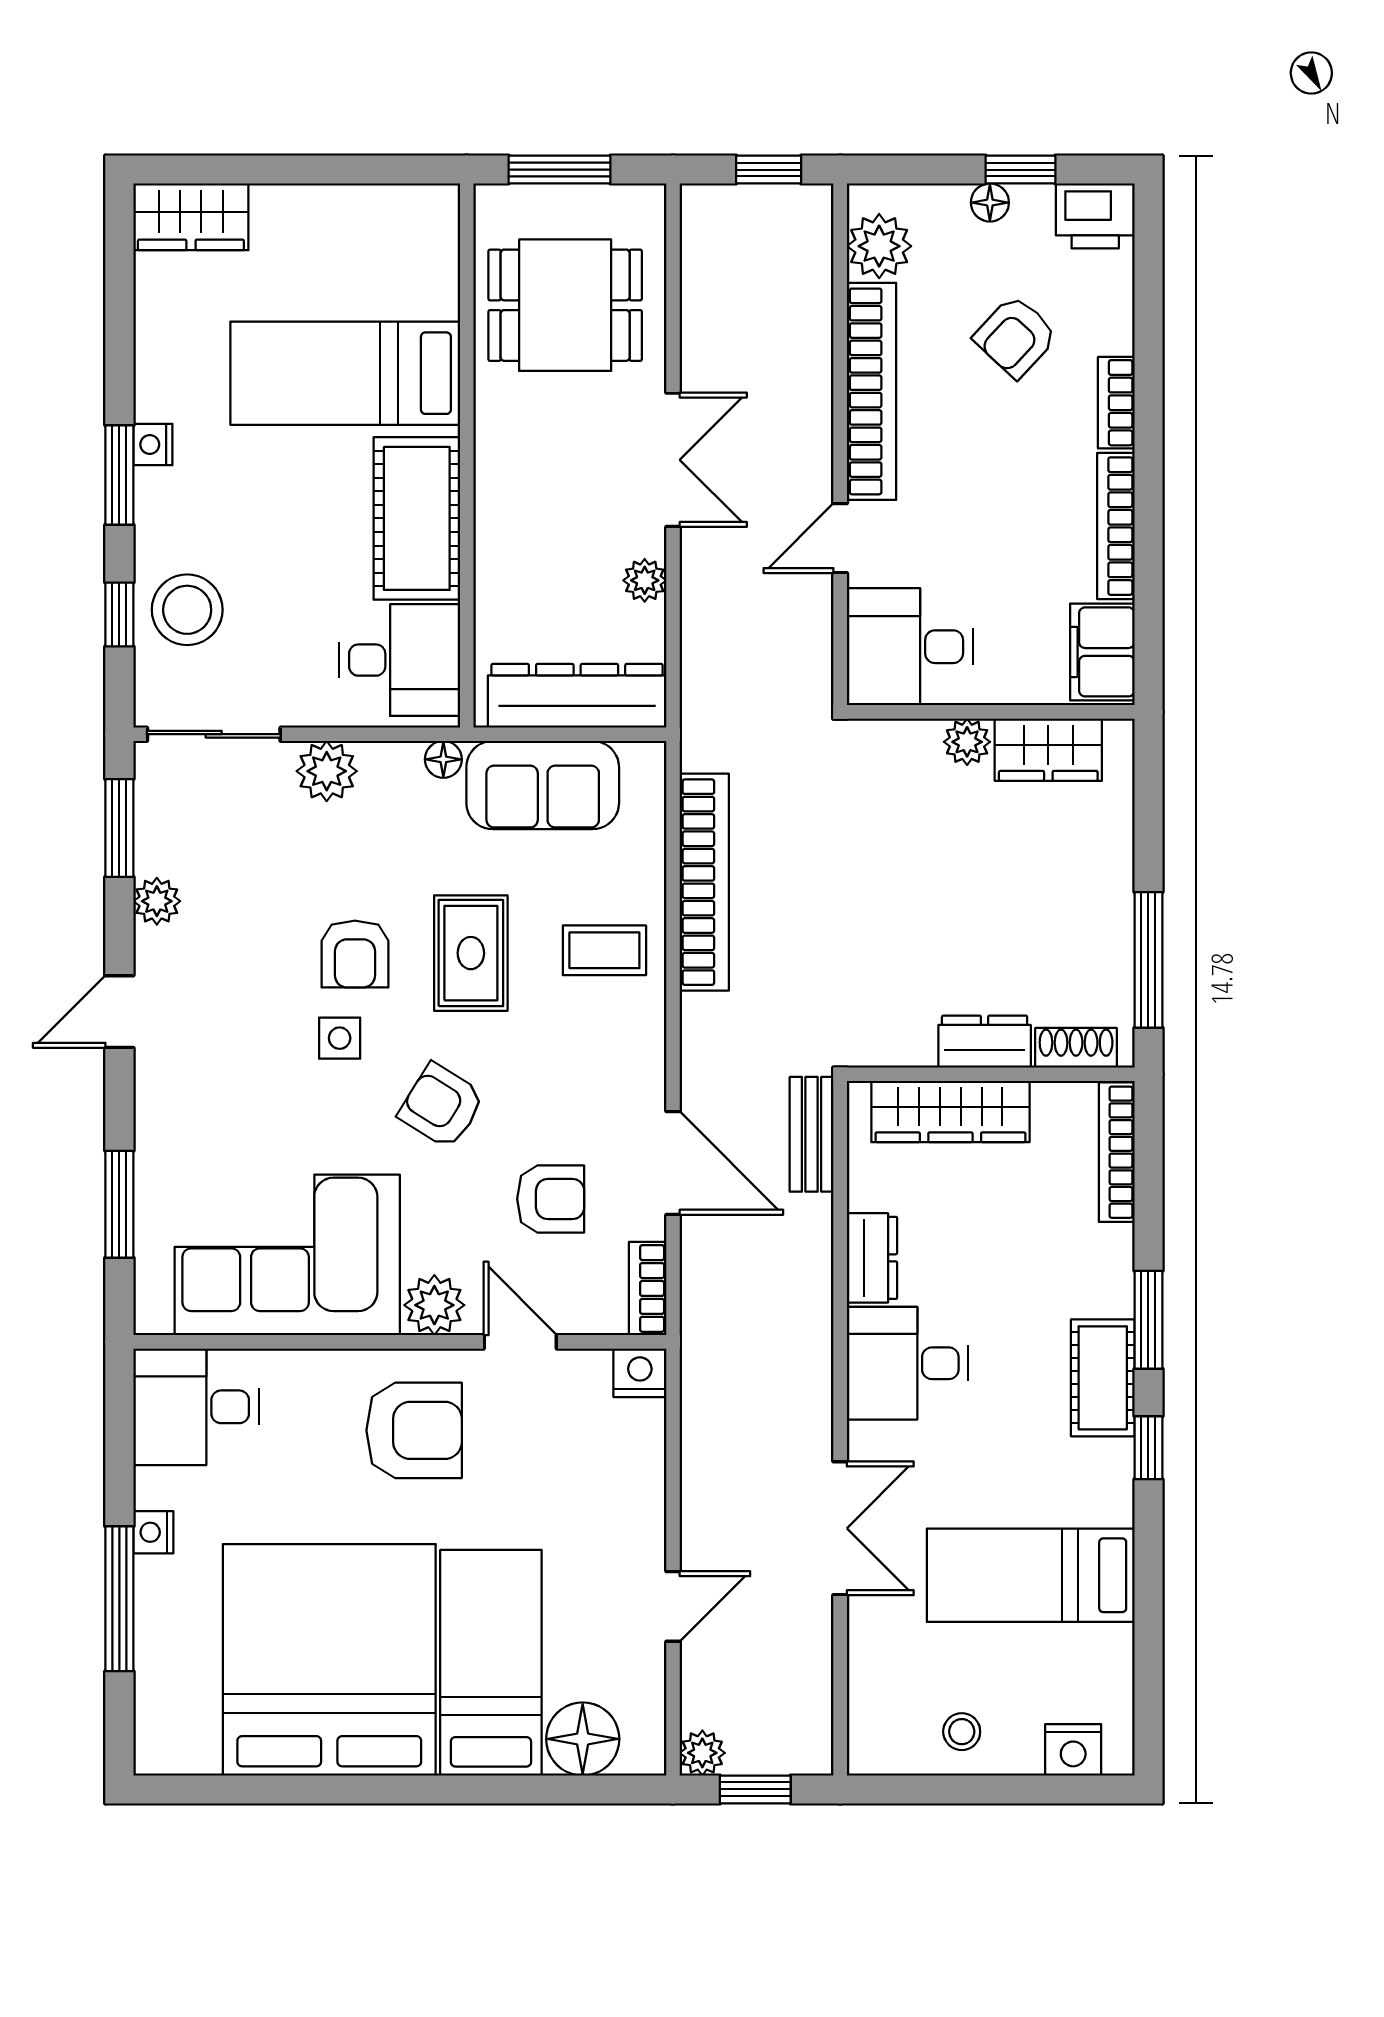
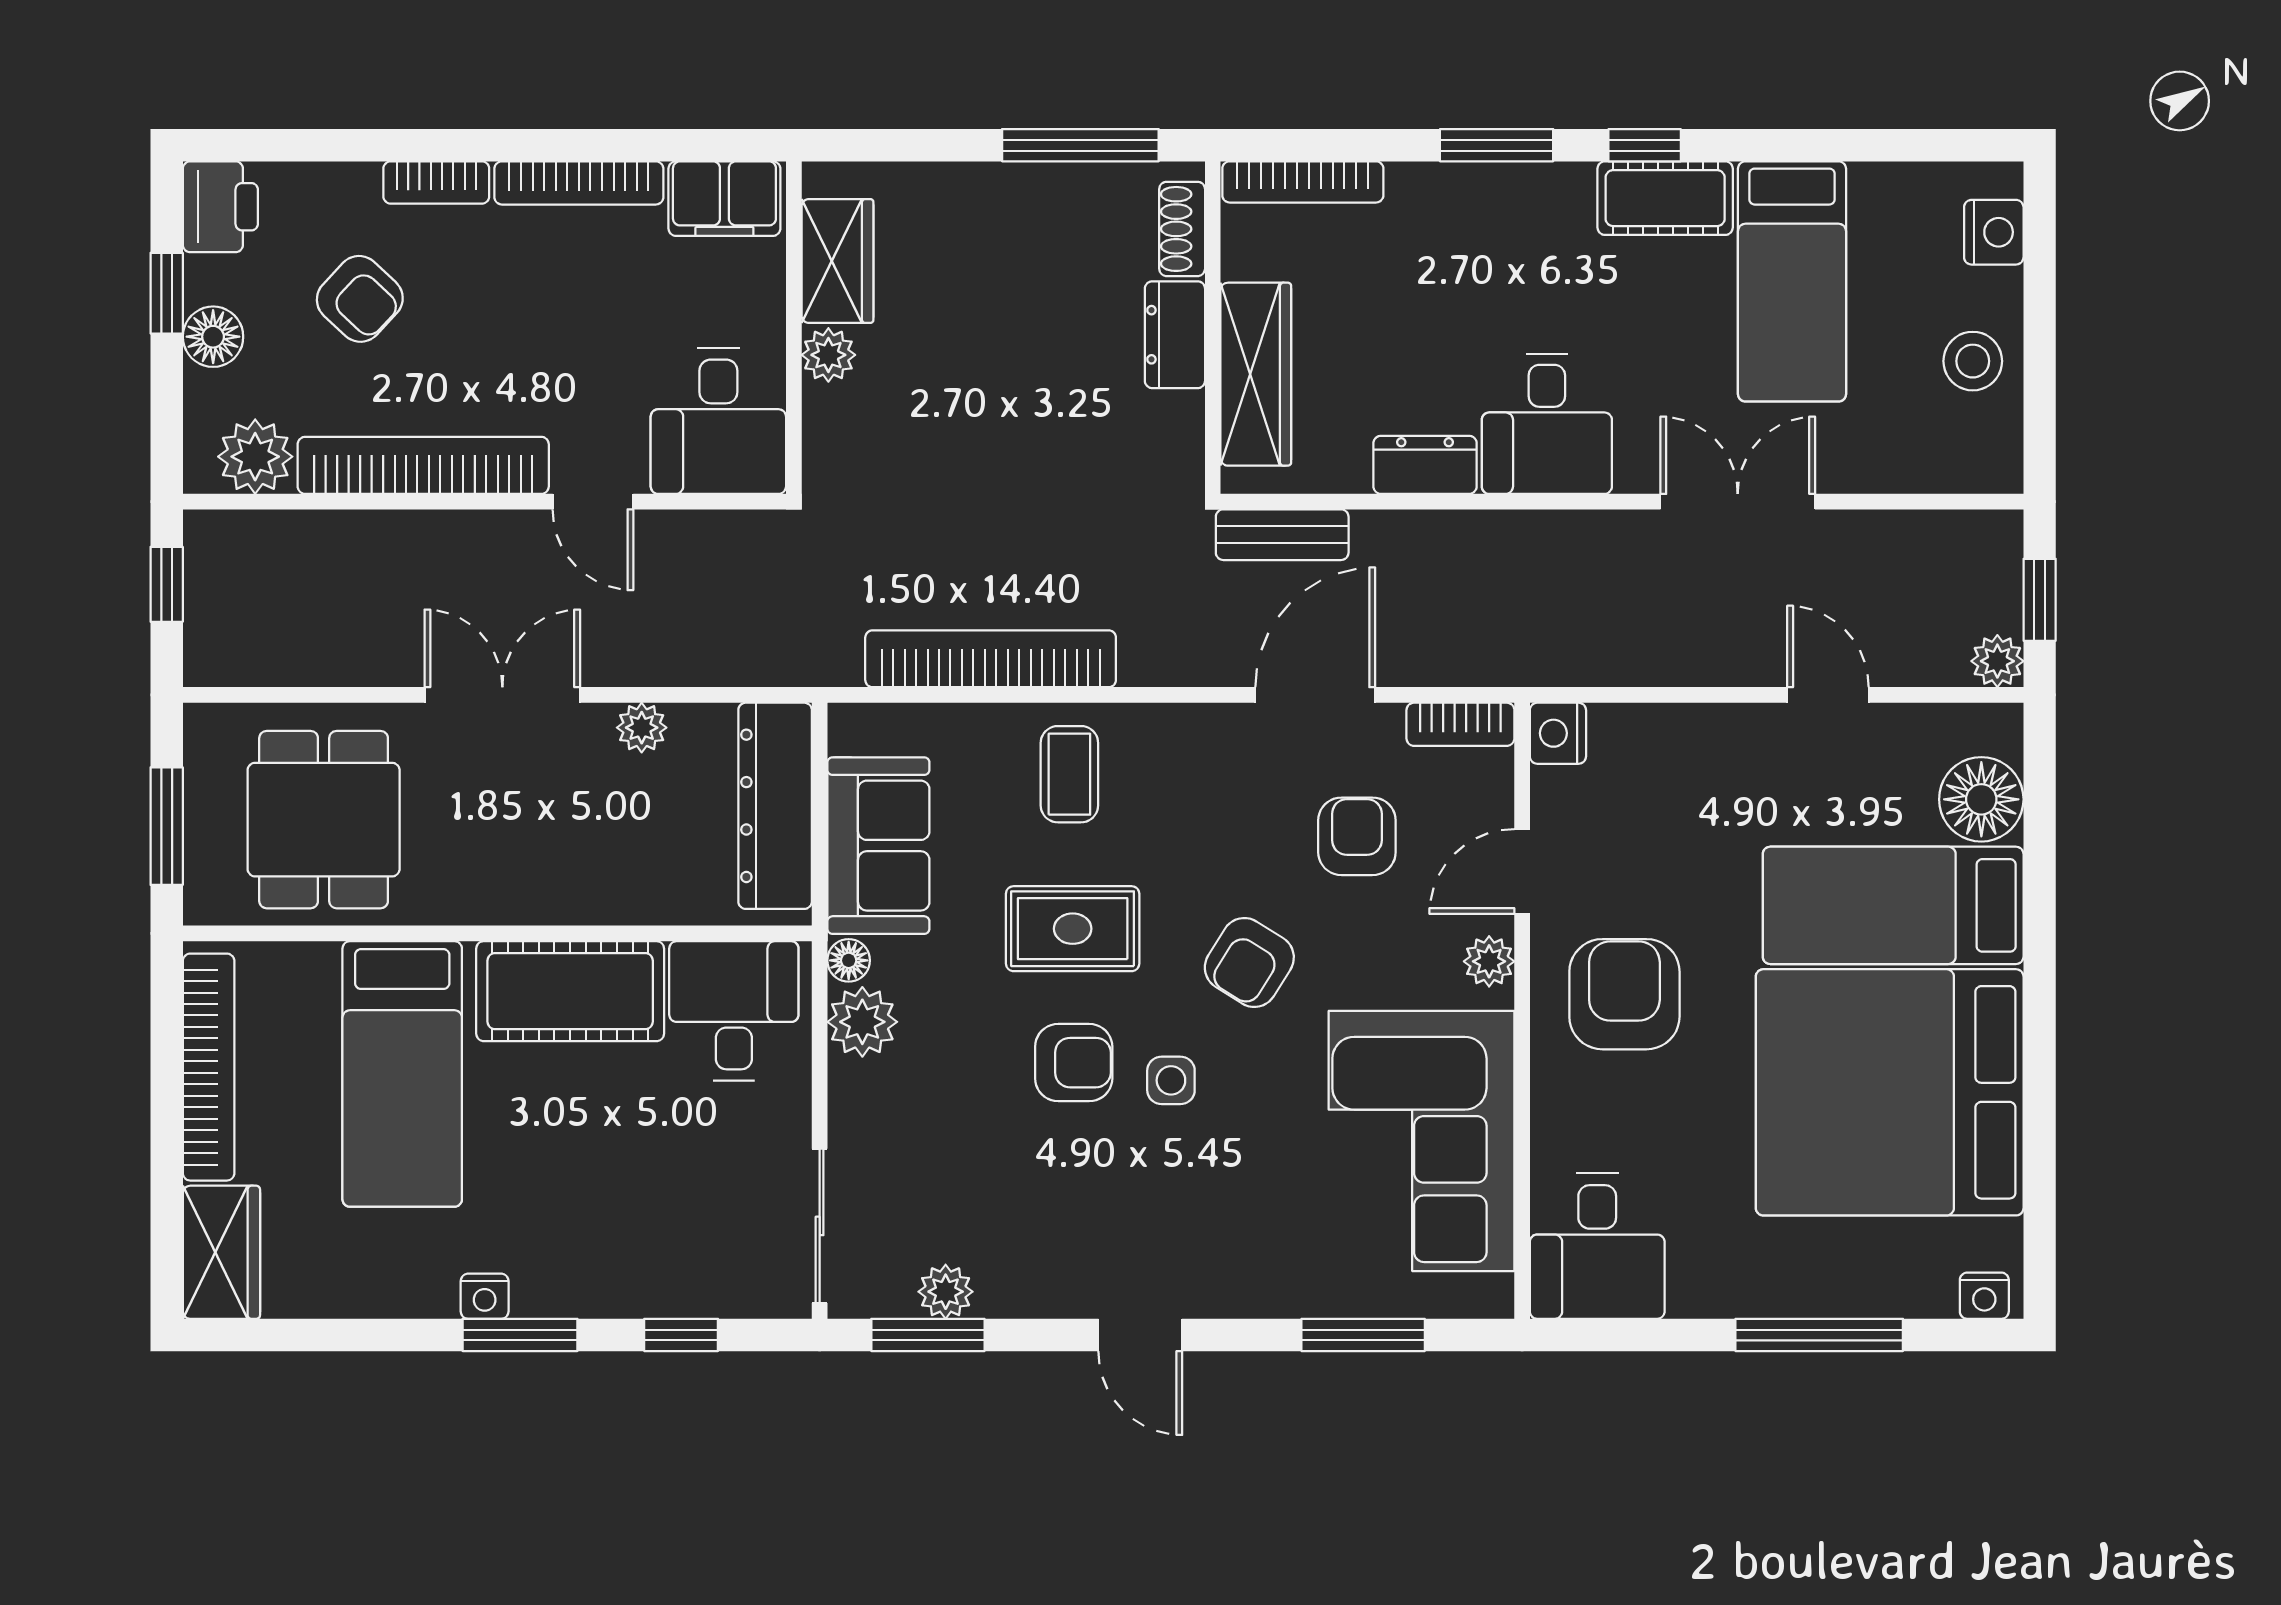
floor lamp: (990, 203) -> (213, 337), width x1.37, depth x1.37
bookcase: (351, 206) -> (209, 1067), added
stool: (187, 610) -> (676, 1257), removed
plant: (327, 771) -> (862, 1022), moved
plant: (157, 901) -> (946, 1292), moved
plant: (434, 1305) -> (1489, 961), width x0.73, depth x0.73
cot: (1103, 1378) -> (1665, 198), moved
nightstand: (153, 1532) -> (1984, 1296), moved
stool: (962, 1732) -> (1973, 361), width x1.37, depth x1.37

